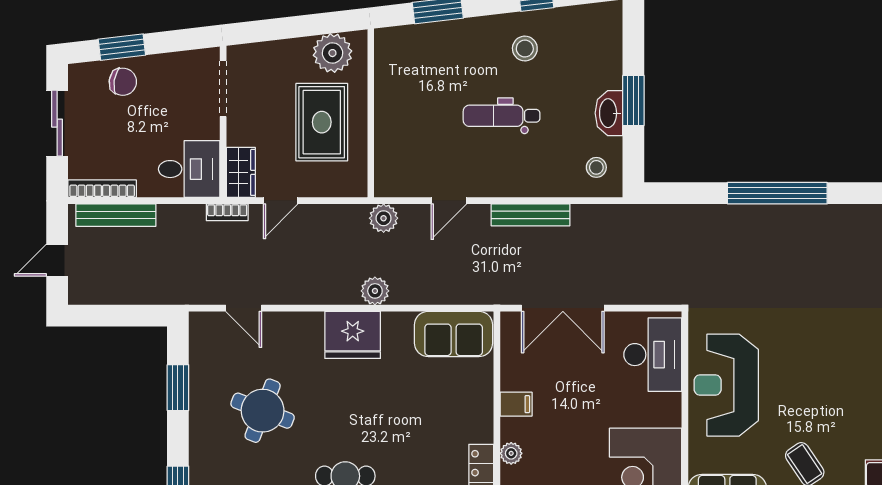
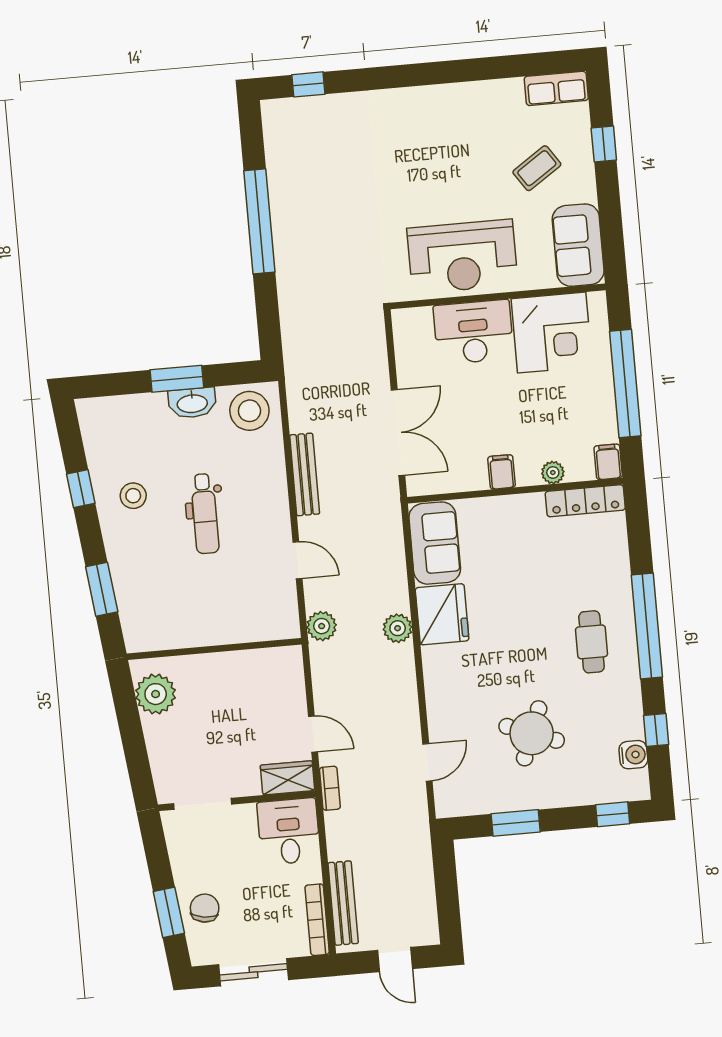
rug: (322, 122) -> (228, 699), removed
stool: (596, 167) -> (249, 411), width x1.89, depth x1.89
fridge: (353, 335) -> (442, 614), moved
desk: (653, 355) -> (473, 332), moved

